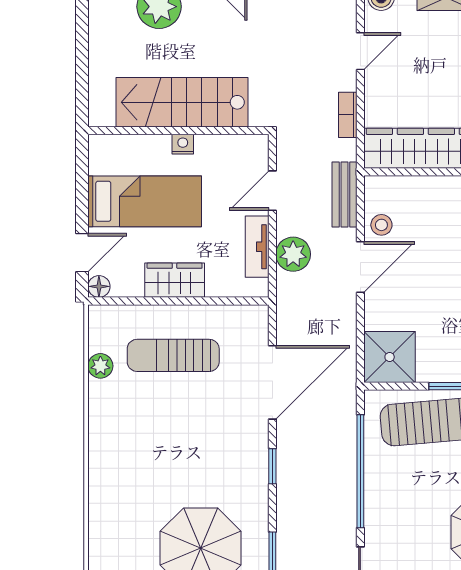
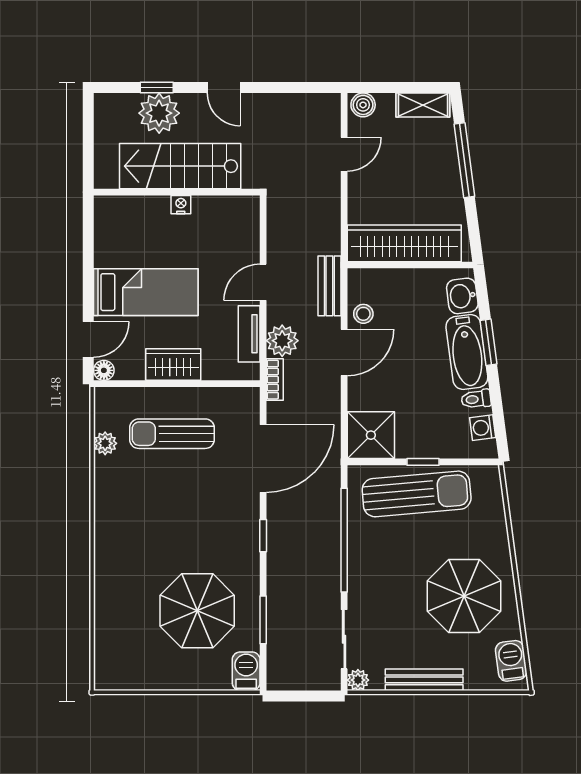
stairs: (182, 102) -> (180, 166), moved
bookcase: (348, 115) -> (275, 380), moved, turned 180
wall: (178, 131) -> (177, 192), moved
nightstand: (183, 144) -> (181, 205), moved

